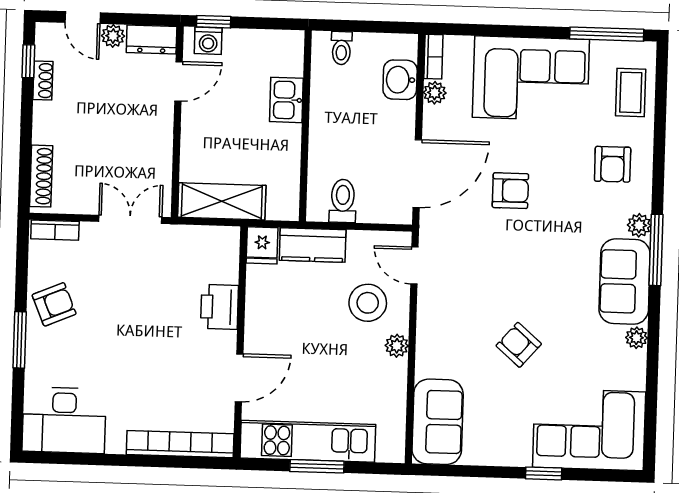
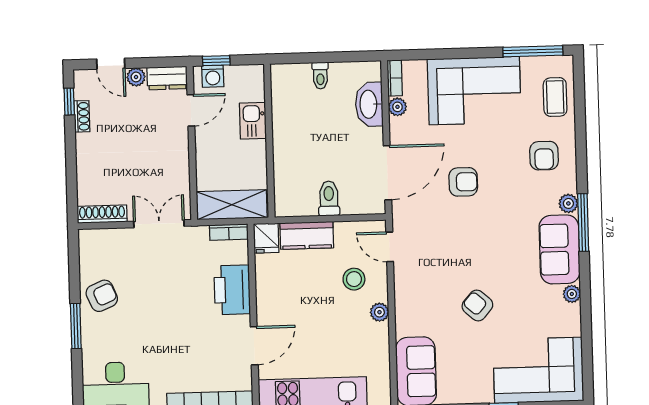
washbasin: (400, 80) -> (369, 104), width x1.38
kitchen sink: (286, 100) -> (253, 121), moved
wall: (305, 126) -> (269, 141), moved
shoe rack: (41, 176) -> (102, 214), moved, turned -90
bookcase: (55, 230) -> (229, 232), moved
stool: (368, 303) -> (354, 279), width x0.73, depth x0.73
printer: (220, 307) -> (232, 290), width x1.37, depth x1.19

